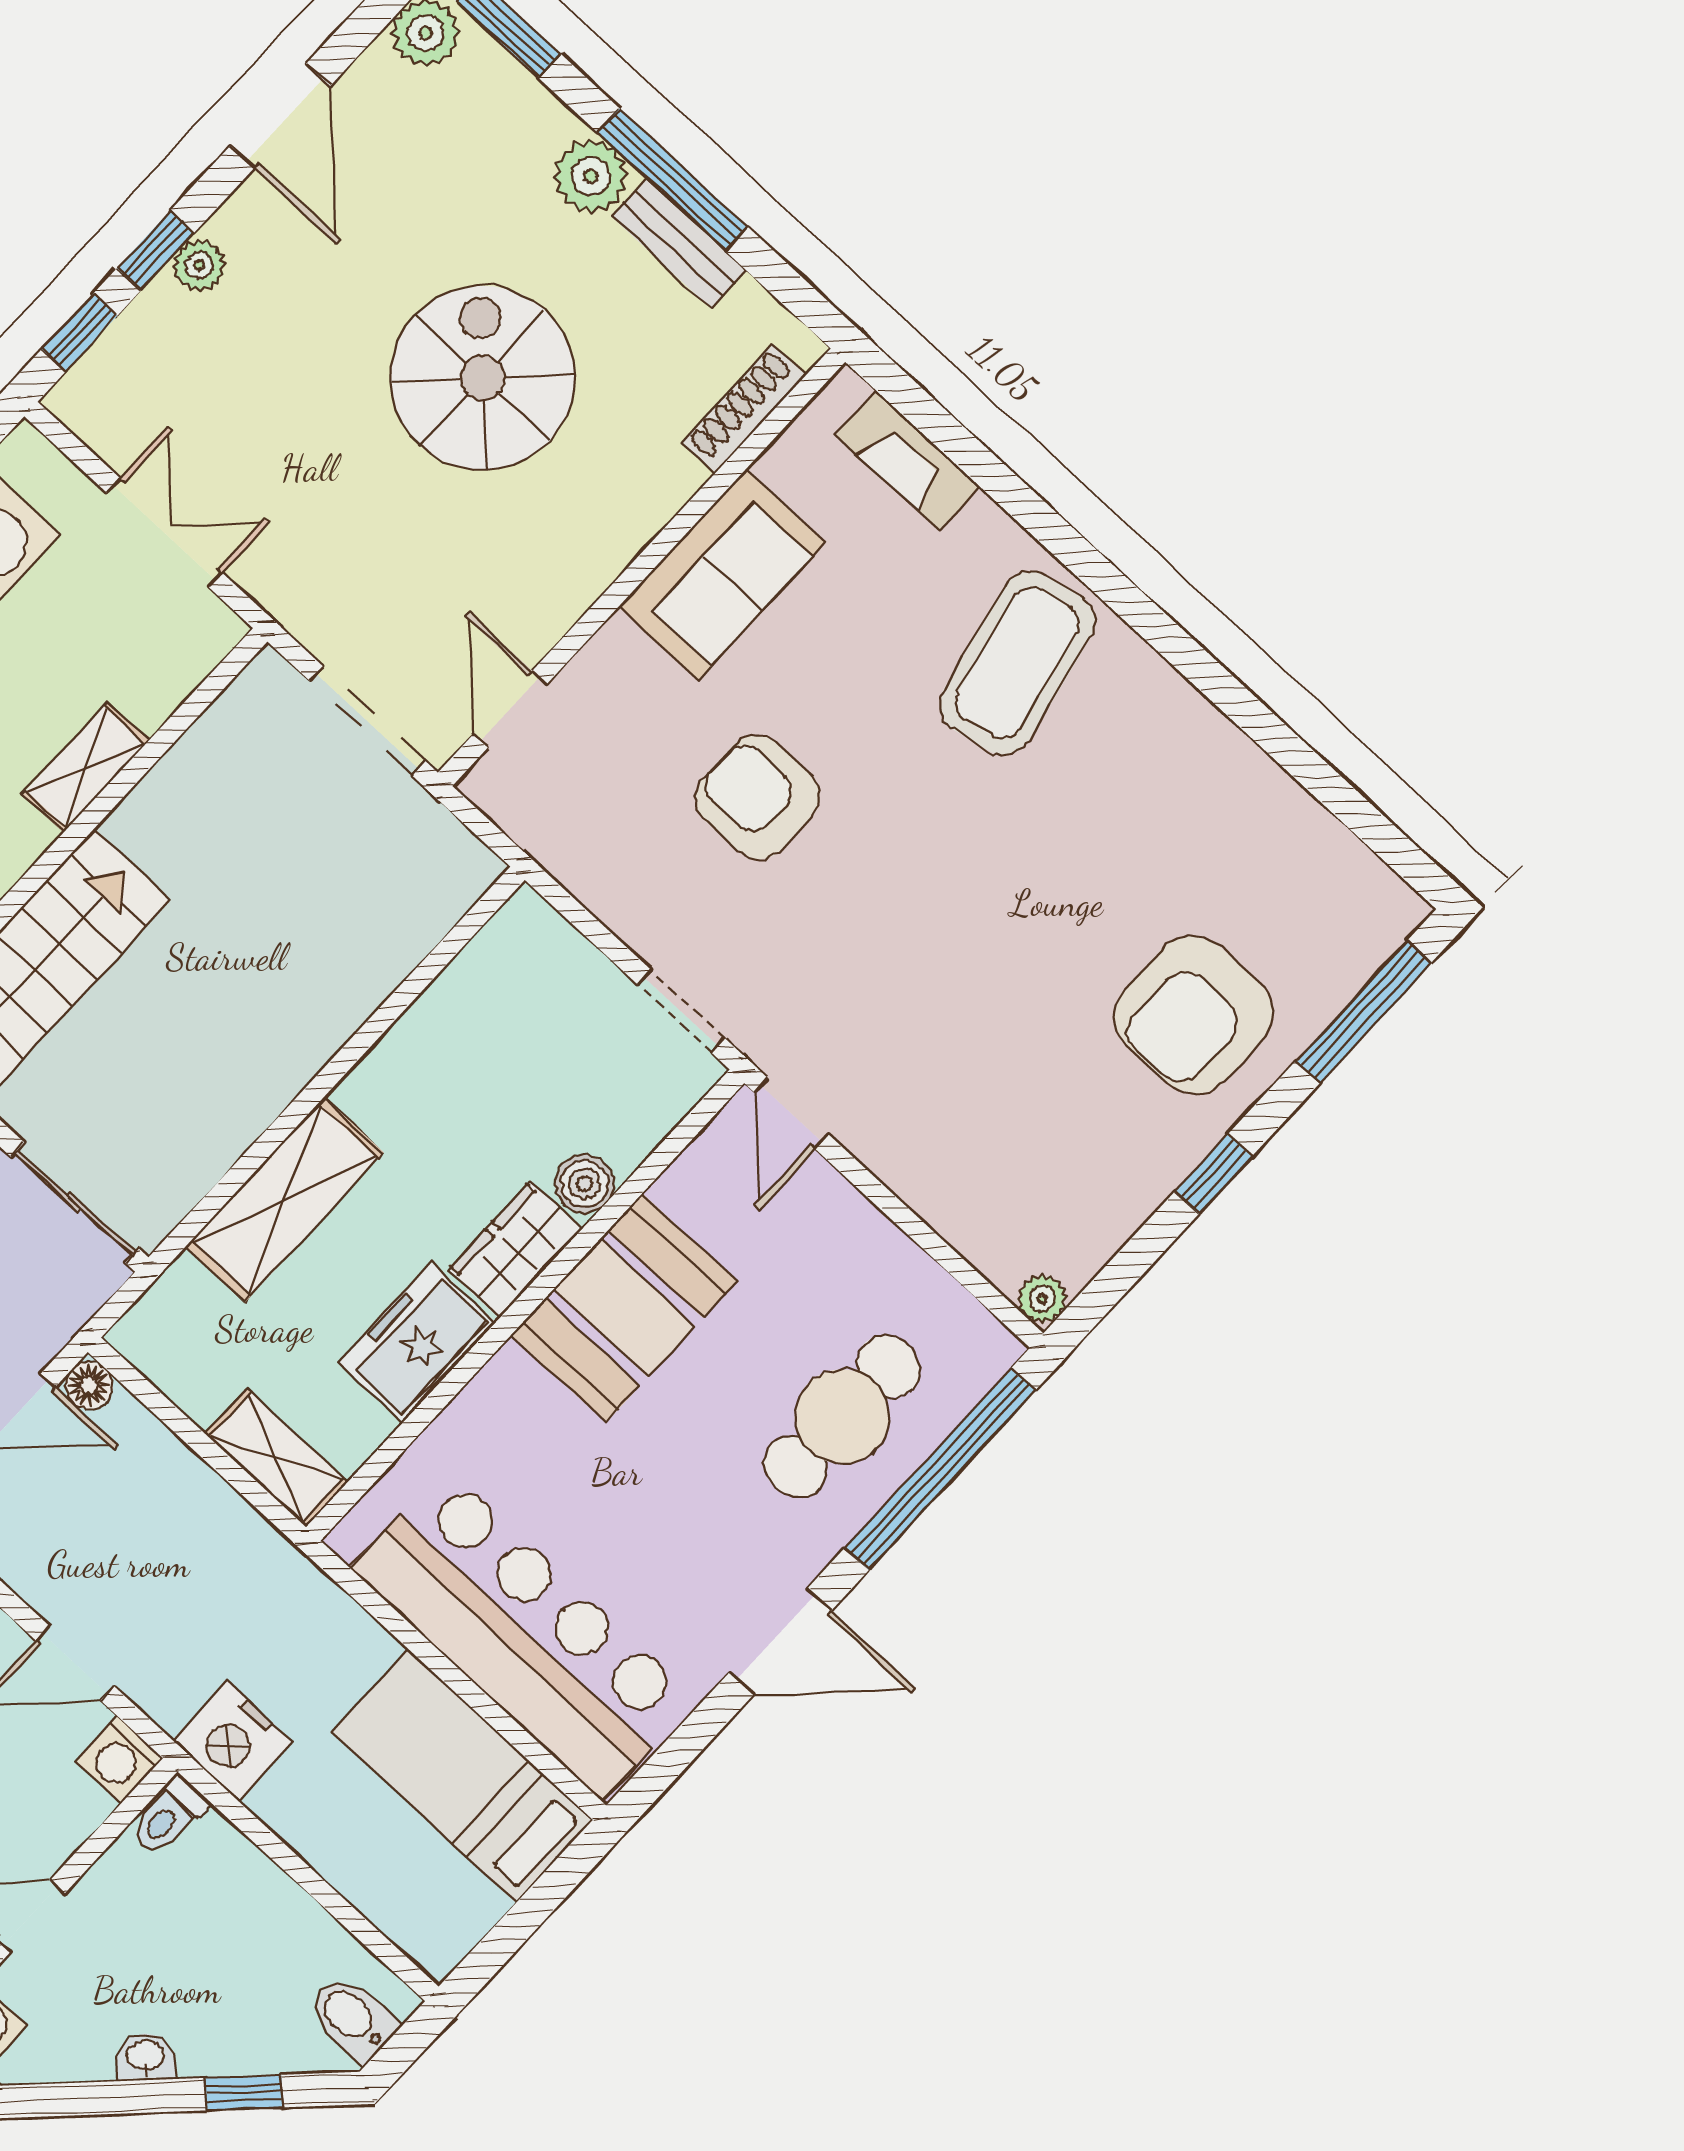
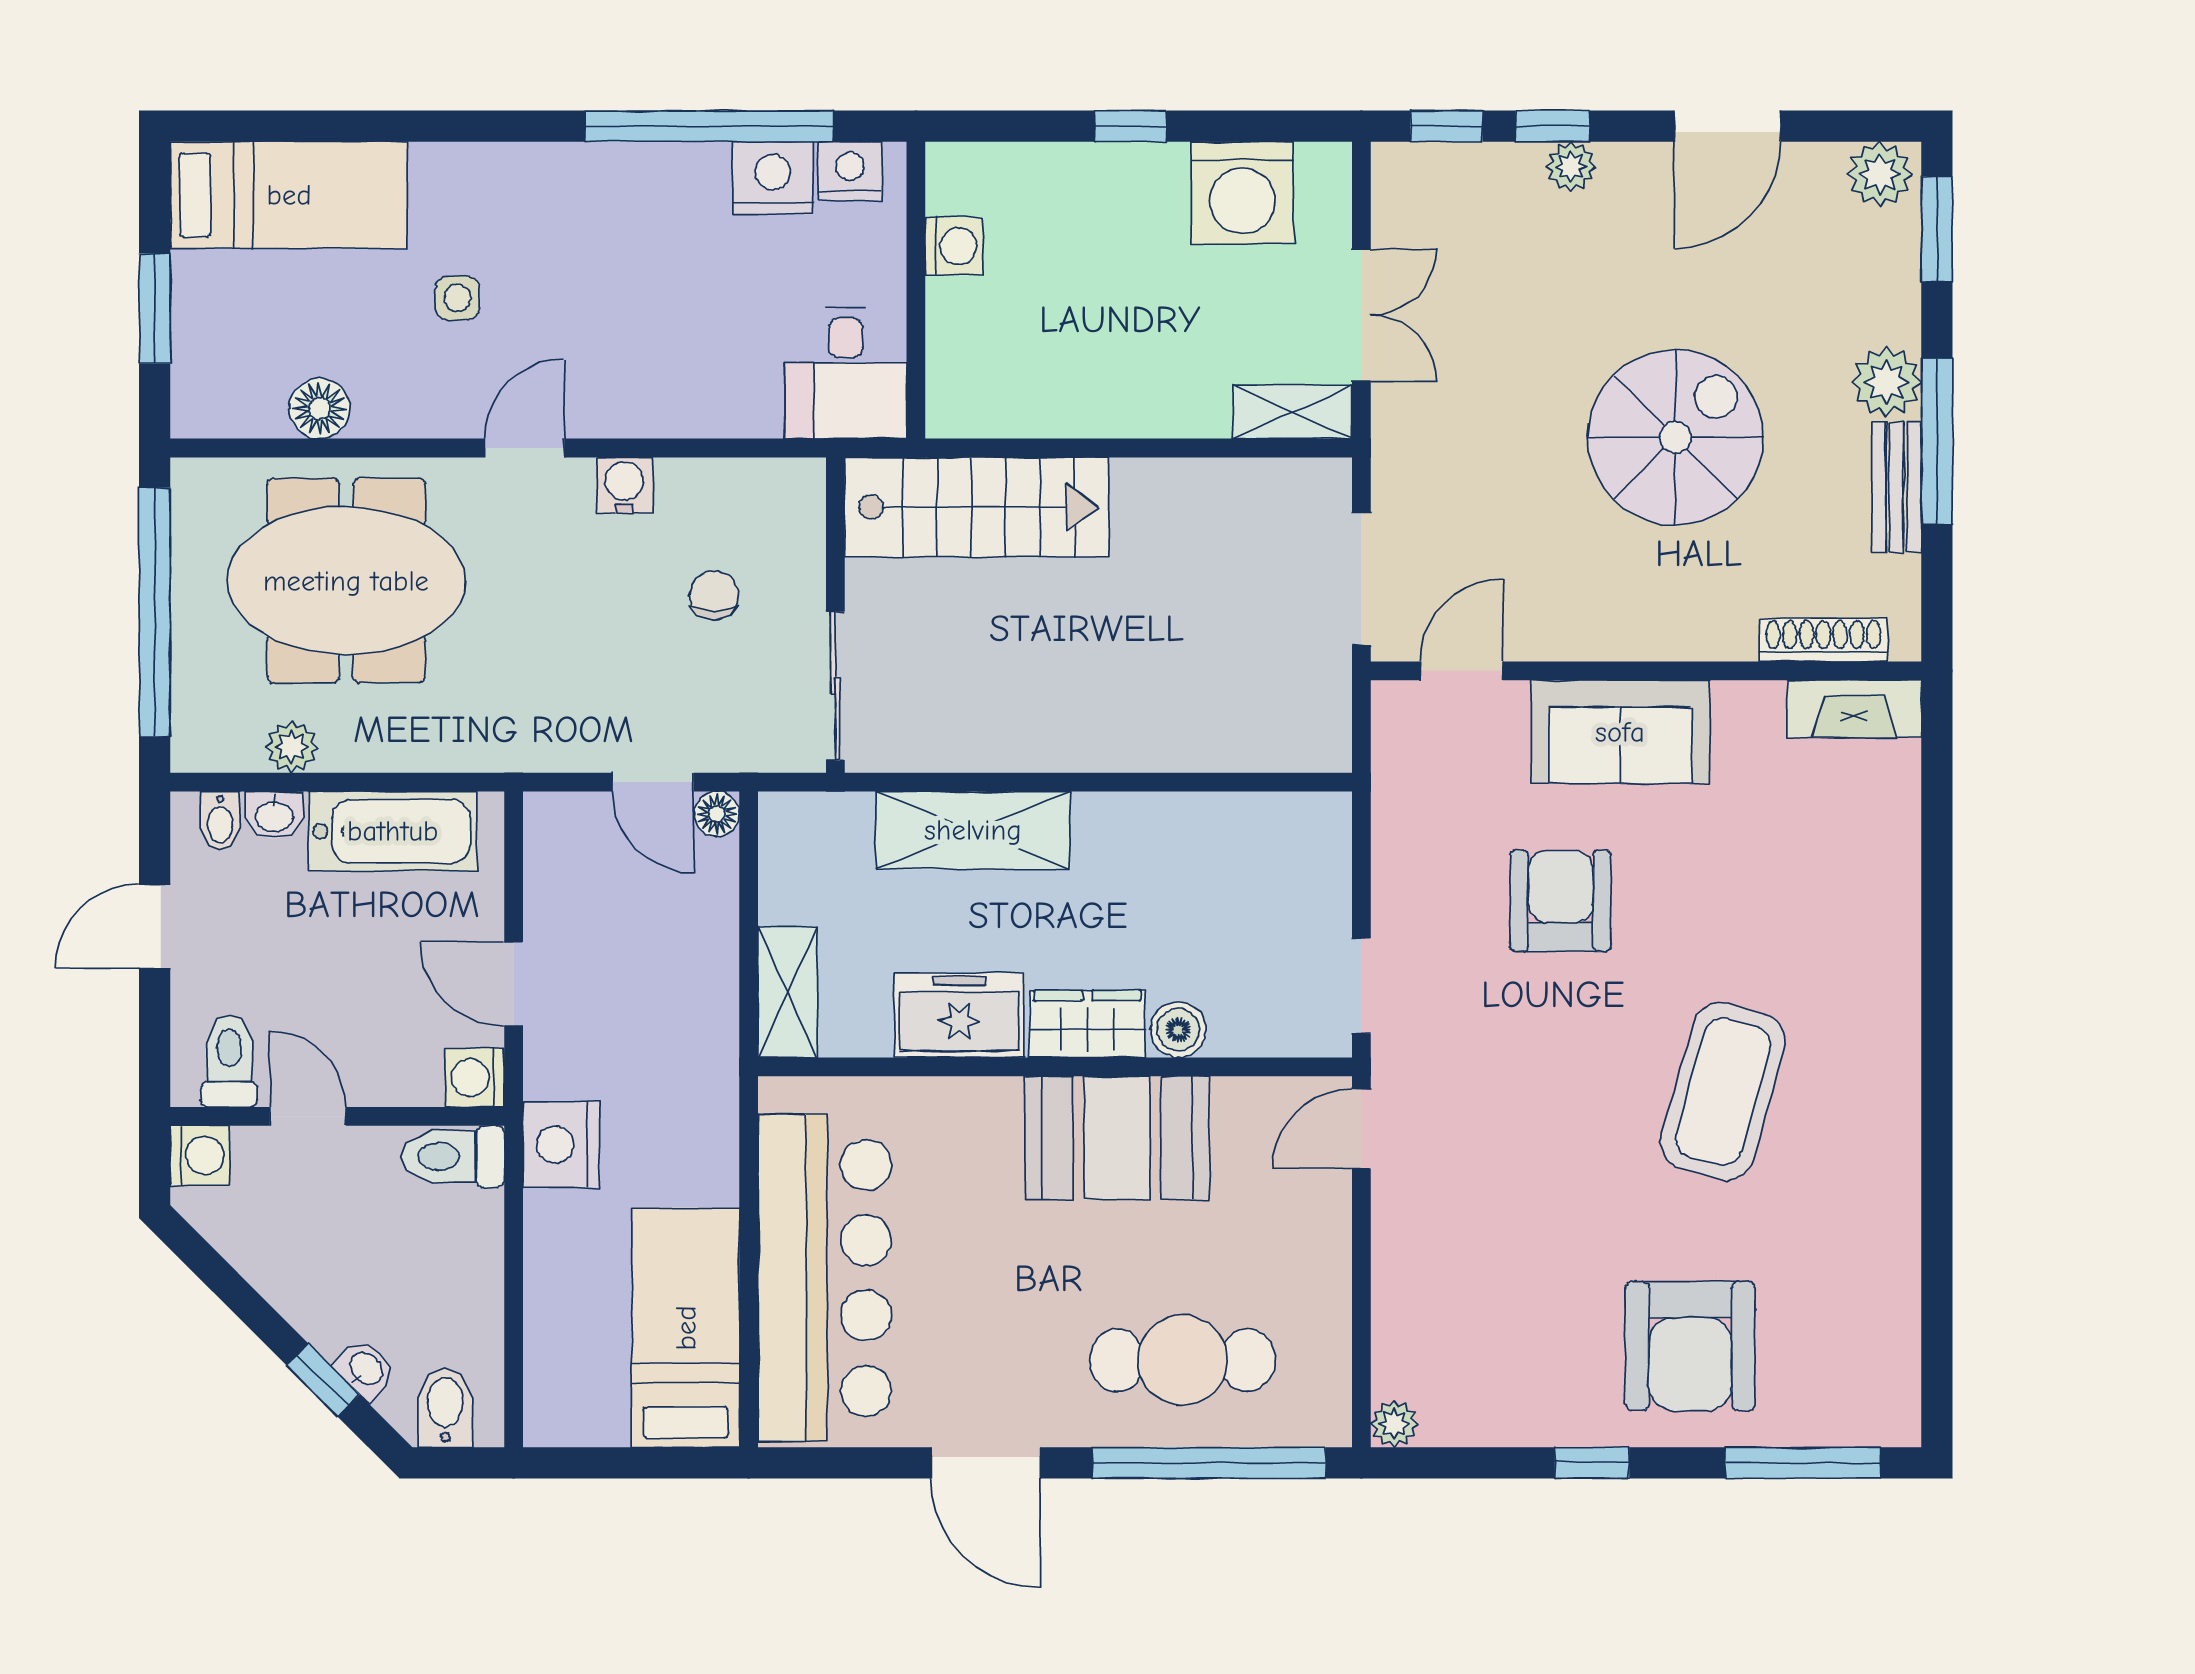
fireplace: (908, 461) -> (1854, 709), moved, turned -90
sofa: (722, 574) -> (1620, 732), moved
coffee table: (1017, 663) -> (1723, 1092), moved, turned -62
shelving: (86, 767) -> (1293, 412), moved
armchair: (1193, 1015) -> (1690, 1346), turned -90
toilet: (169, 1816) -> (453, 1157), width x1.37, depth x1.39
washbasin: (146, 2057) -> (366, 1369), moved

